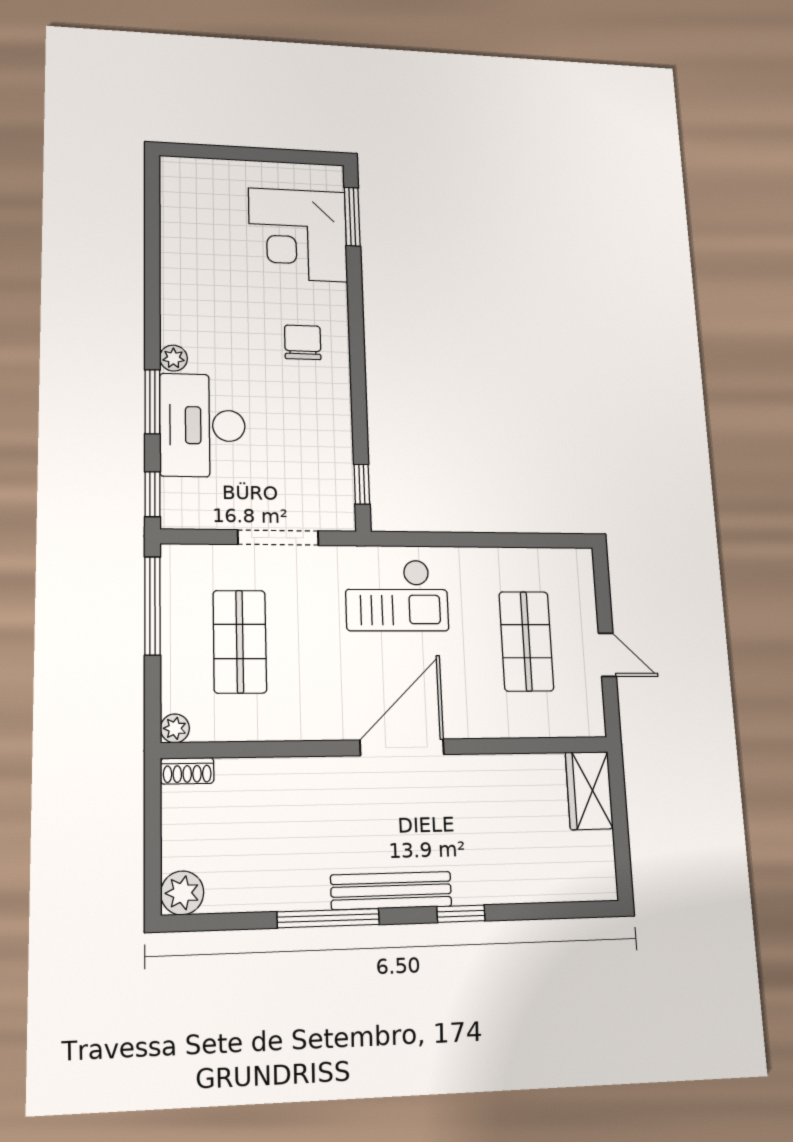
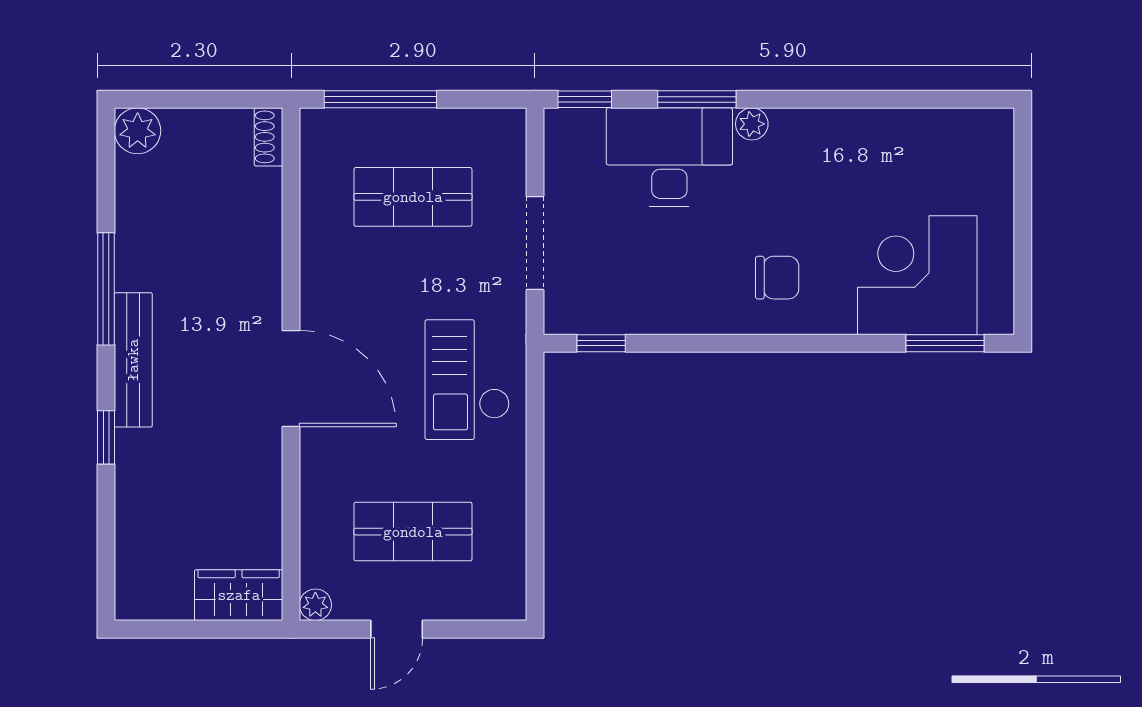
window: (153, 606) -> (380, 99), moved
plant: (175, 728) -> (315, 605), moved

